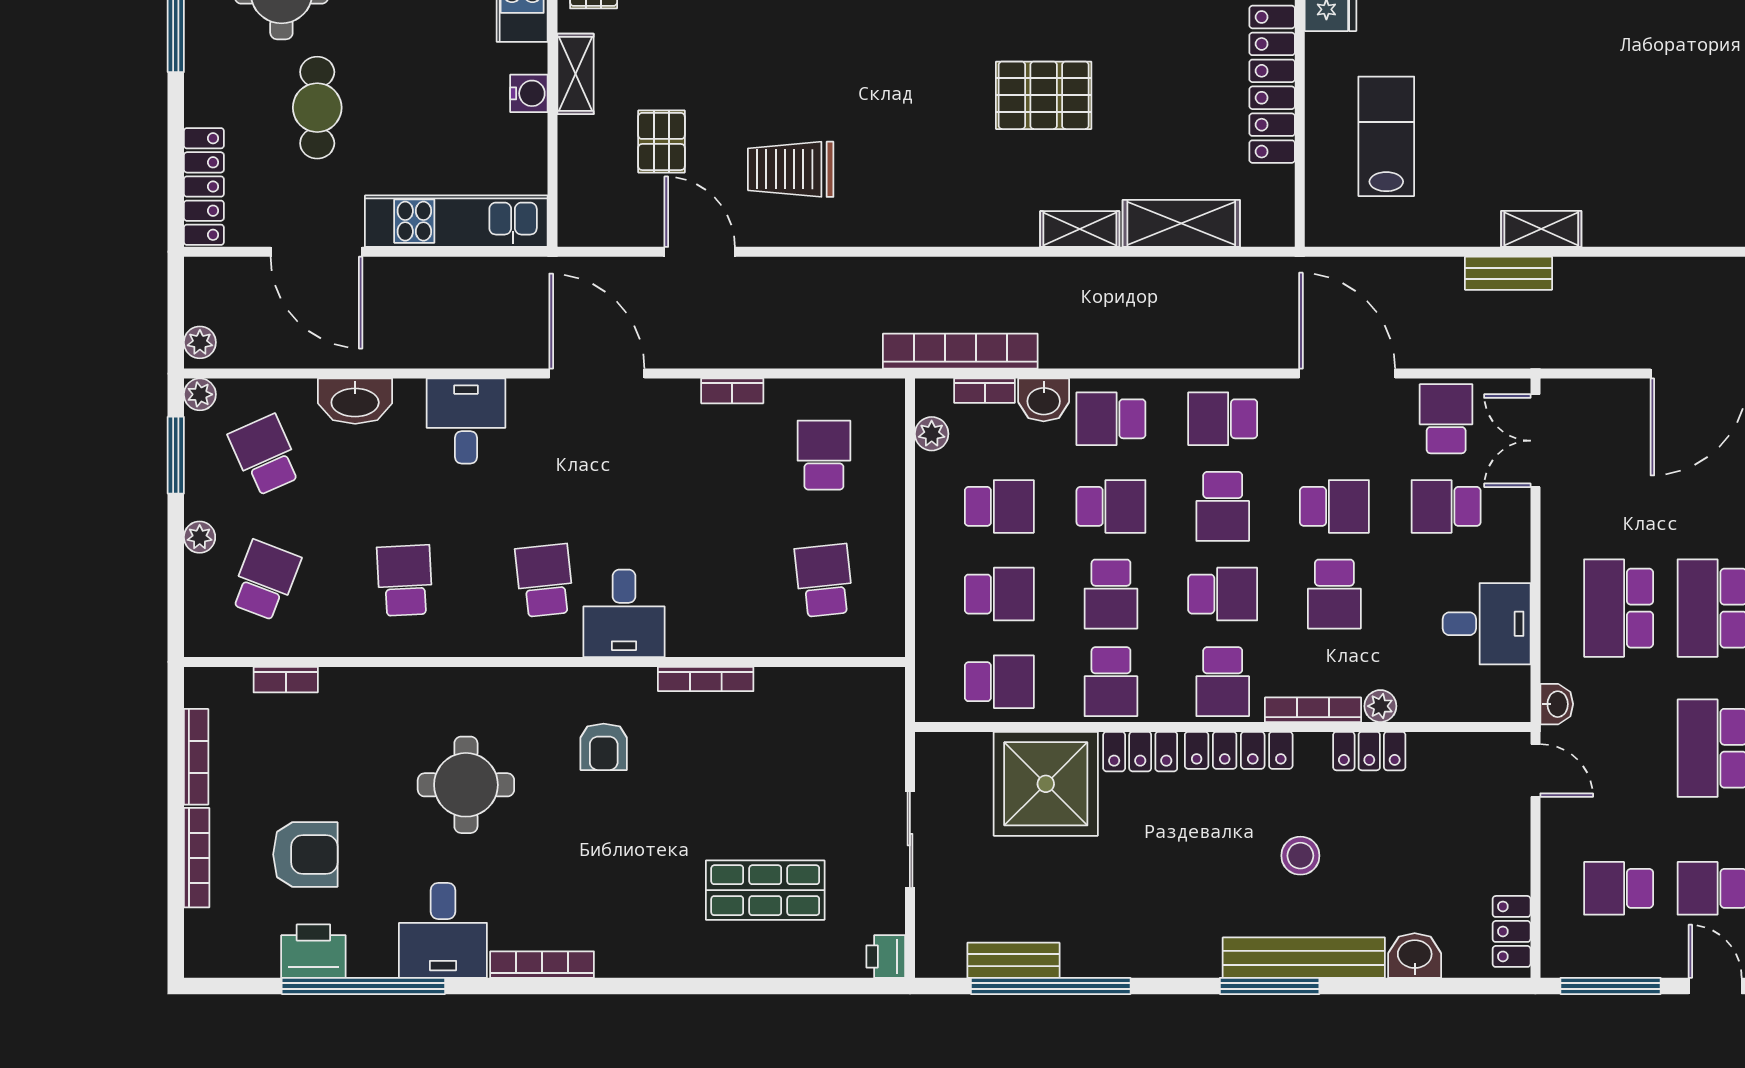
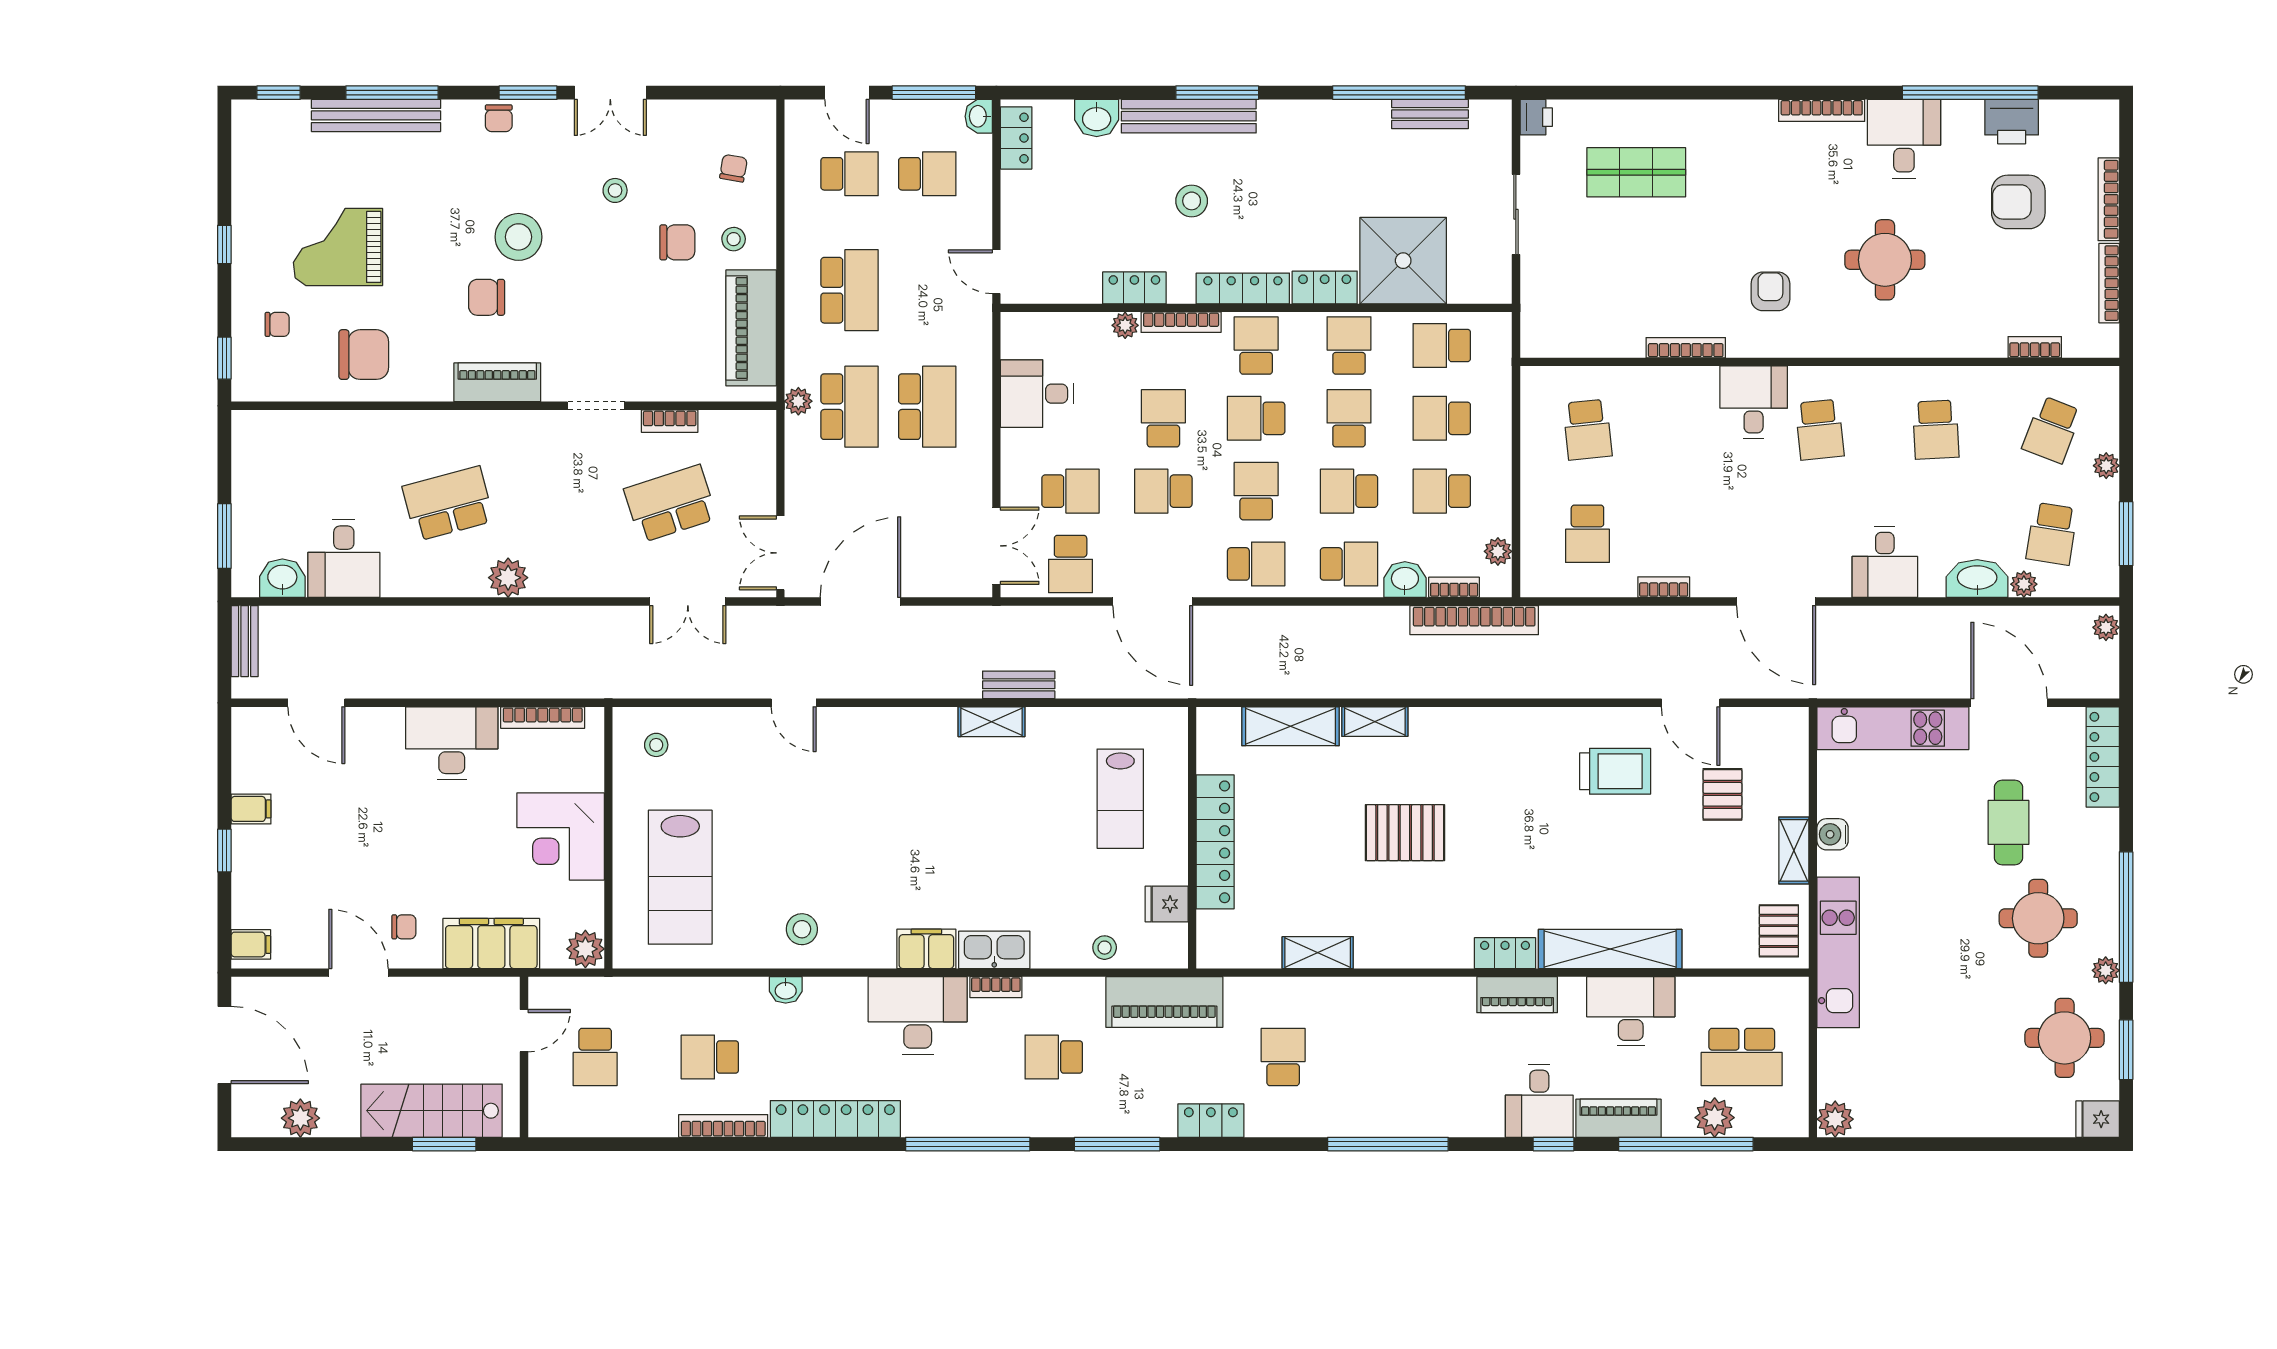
plant: (200, 394) -> (2024, 584), moved
school desk: (265, 455) -> (2052, 534), turned 33
washbasin: (1557, 704) -> (979, 116), moved

